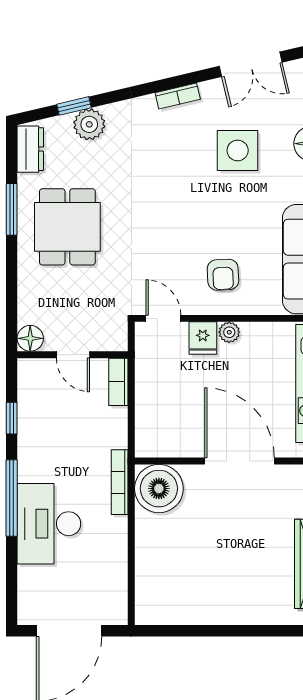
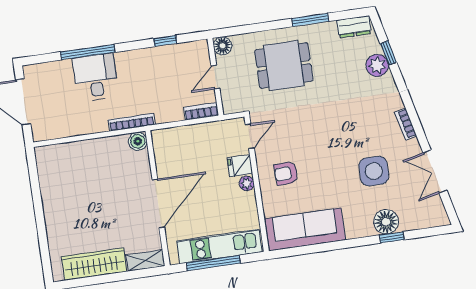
dining table: (67, 227) -> (284, 66), moved
boiler: (159, 489) -> (138, 141), width x0.54, depth x0.54
window: (12, 498) -> (88, 52), moved
desk: (49, 524) -> (96, 77), width x0.73

